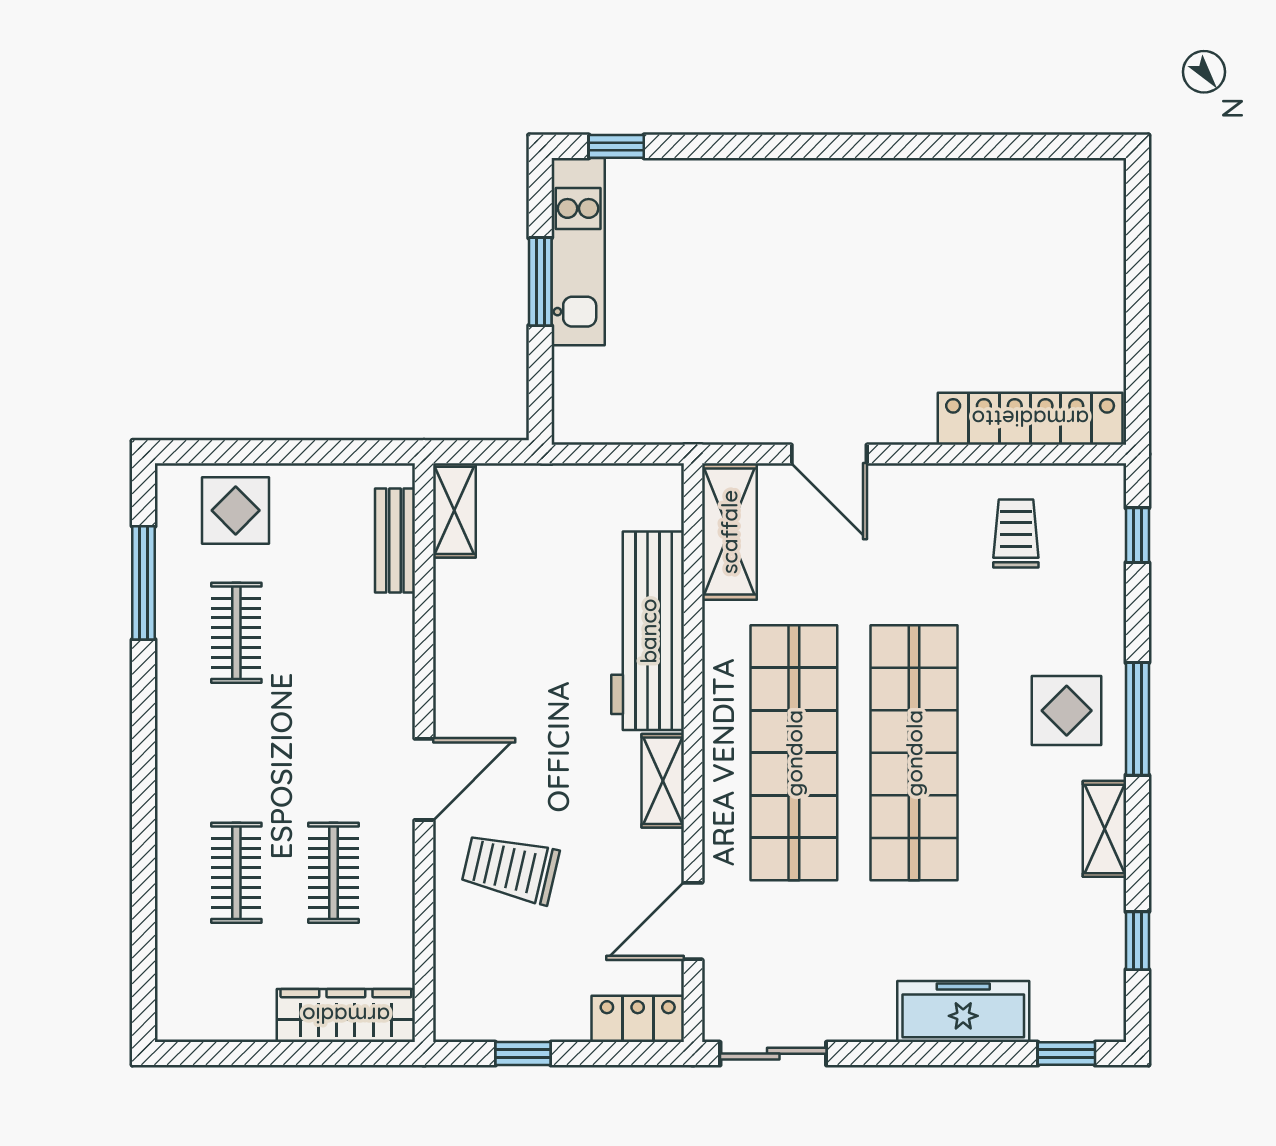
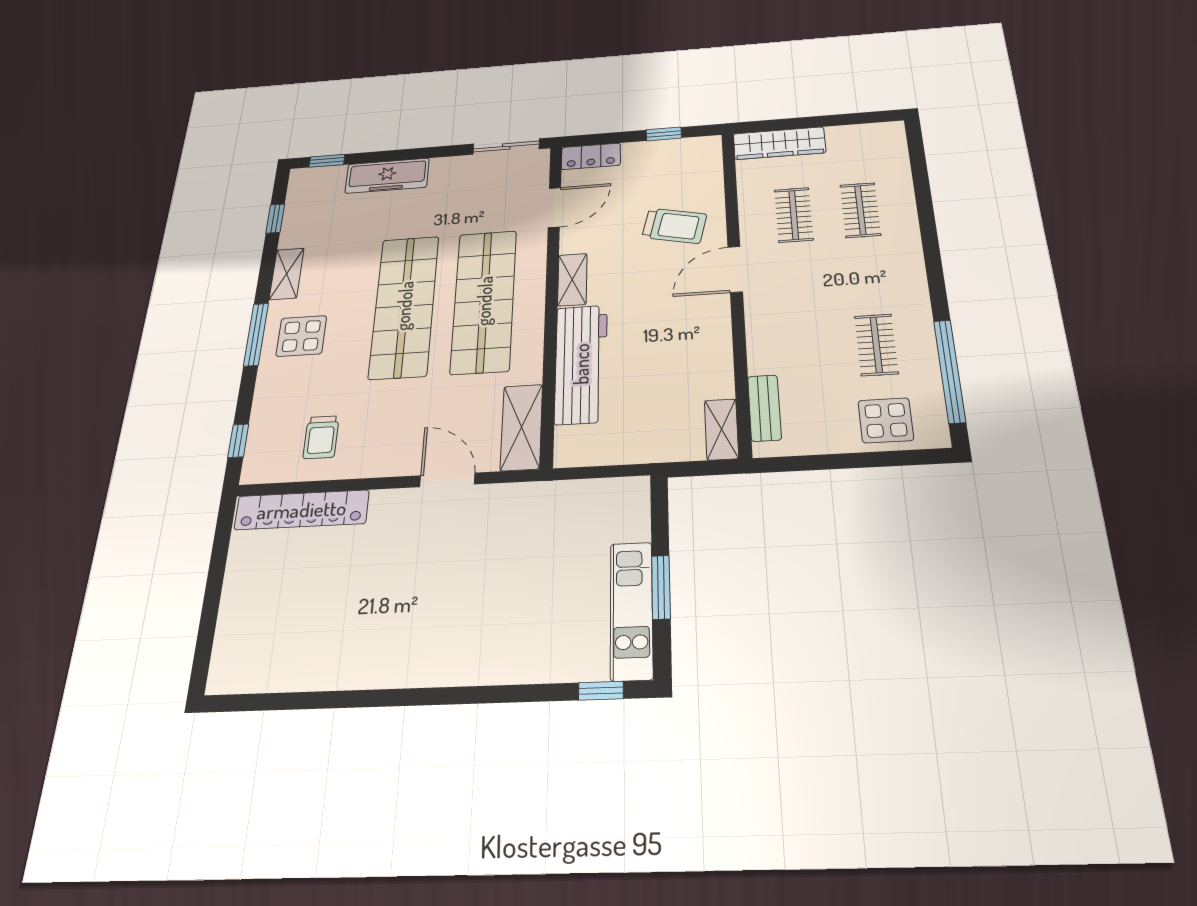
window: (144, 583) -> (949, 371), width x1.46

